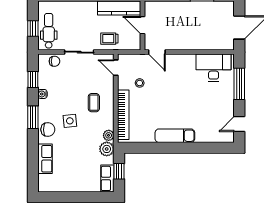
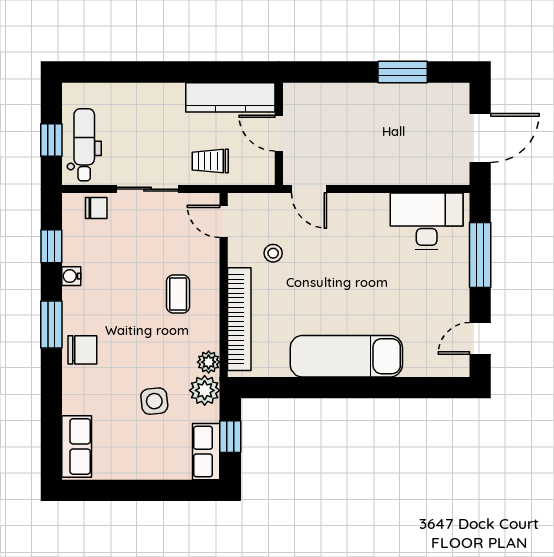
side table: (70, 121) -> (154, 401), moved
exam couch: (175, 136) -> (346, 356), width x1.36, depth x1.45
row of seats: (45, 159) -> (77, 446), moved

